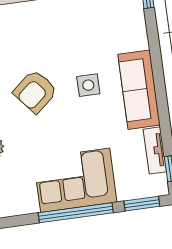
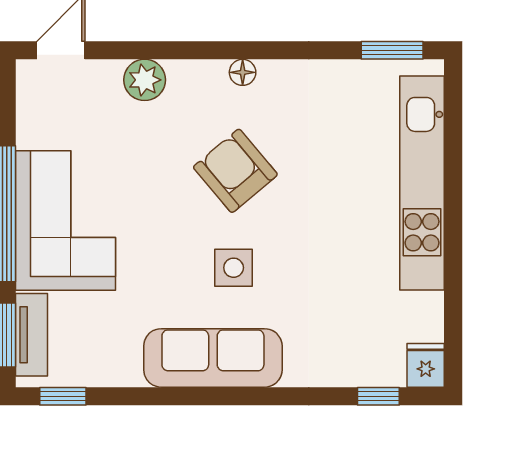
tv unit: (155, 150) -> (31, 335), moved, turned 90

